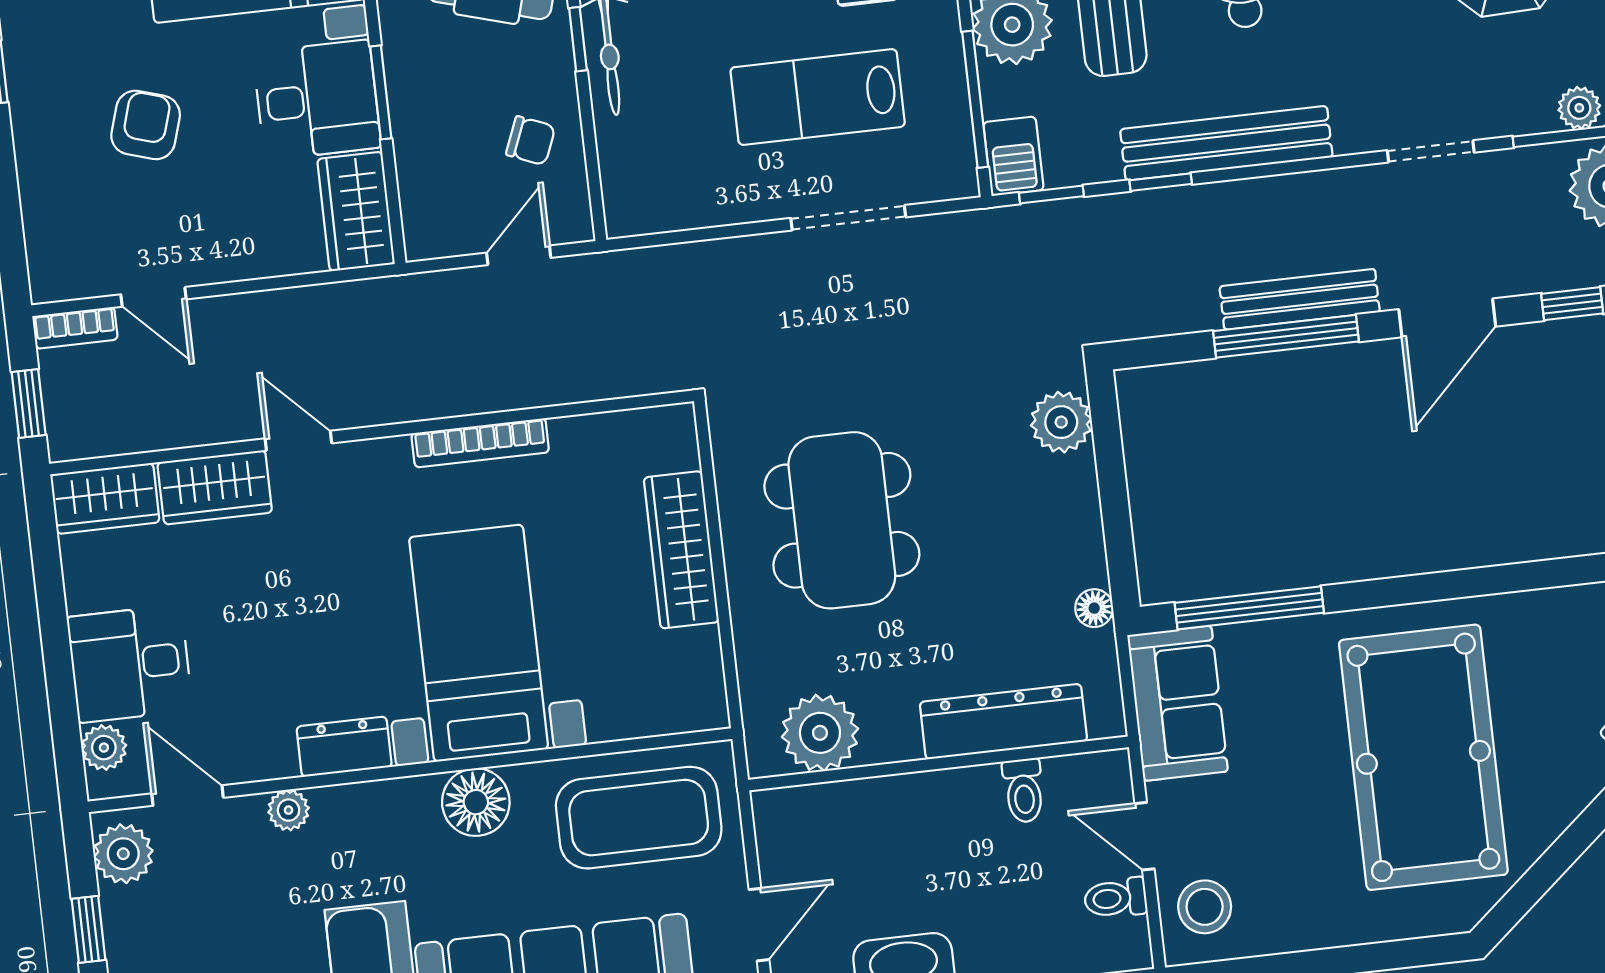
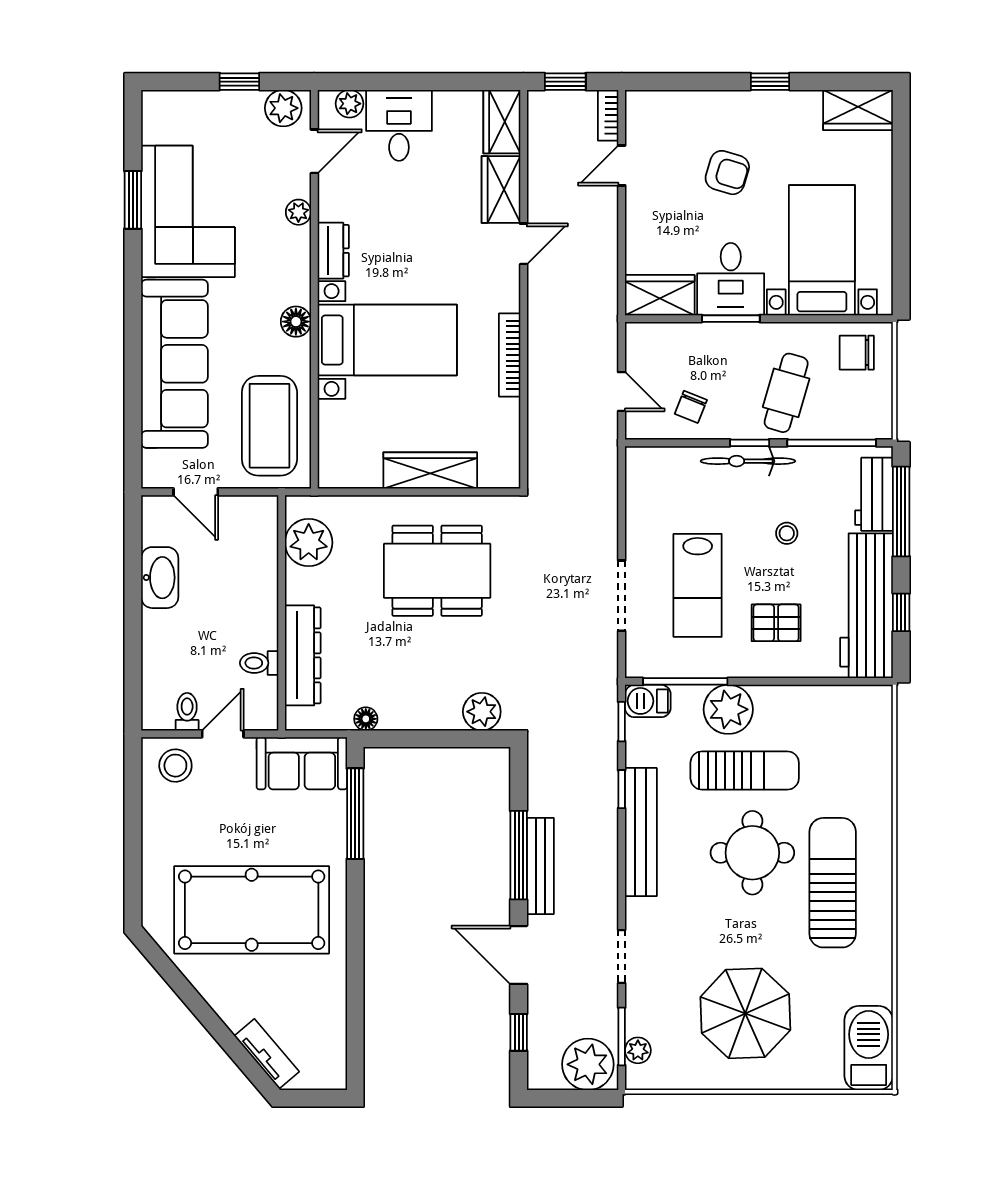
lab bench: (818, 97) -> (698, 585), turned 180
floor lamp: (476, 802) -> (296, 322), width x0.73, depth x0.73

